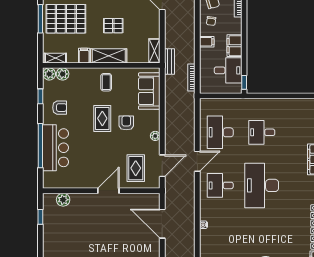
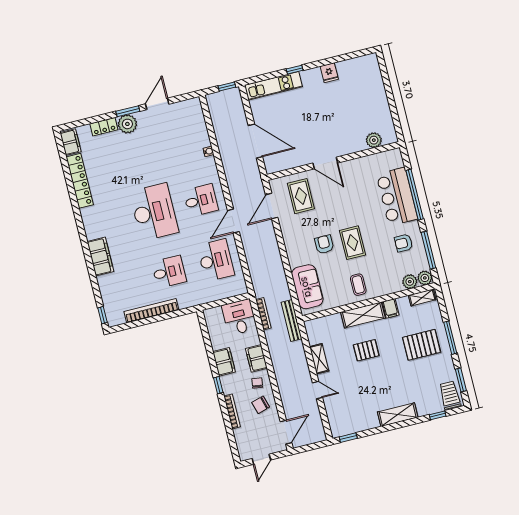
pallet: (66, 19) -> (422, 345), width x0.73, depth x0.71
filing cabinet: (207, 42) -> (256, 358), width x2.00
shelving: (154, 51) -> (319, 359), moved
bench: (169, 61) -> (292, 320), width x1.36
desk: (228, 70) -> (239, 317), moved, turned 90
window: (244, 82) -> (218, 385), moved
window: (40, 96) -> (428, 250), width x2.17
bookcase: (284, 103) -> (151, 311), added
armchair: (126, 123) -> (324, 244), turned 180
plant: (155, 136) -> (288, 238), removed
door: (108, 191) -> (325, 163), hinge flipped
window: (40, 217) -> (395, 114), removed

